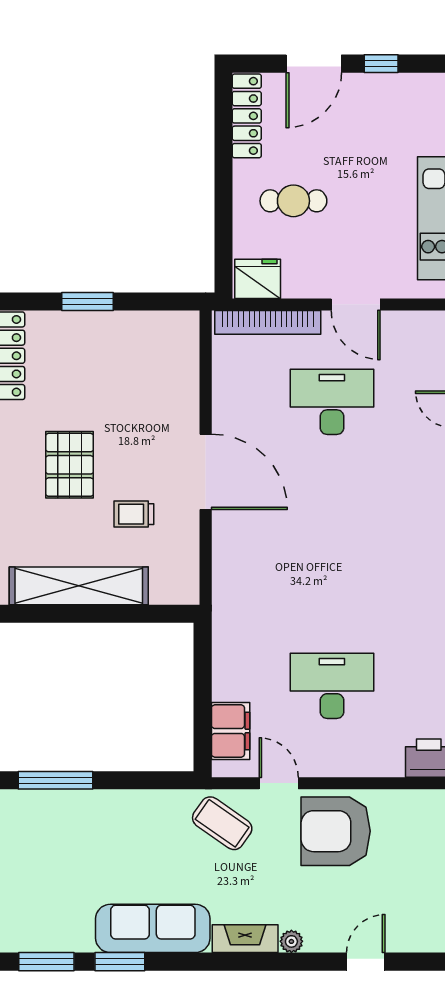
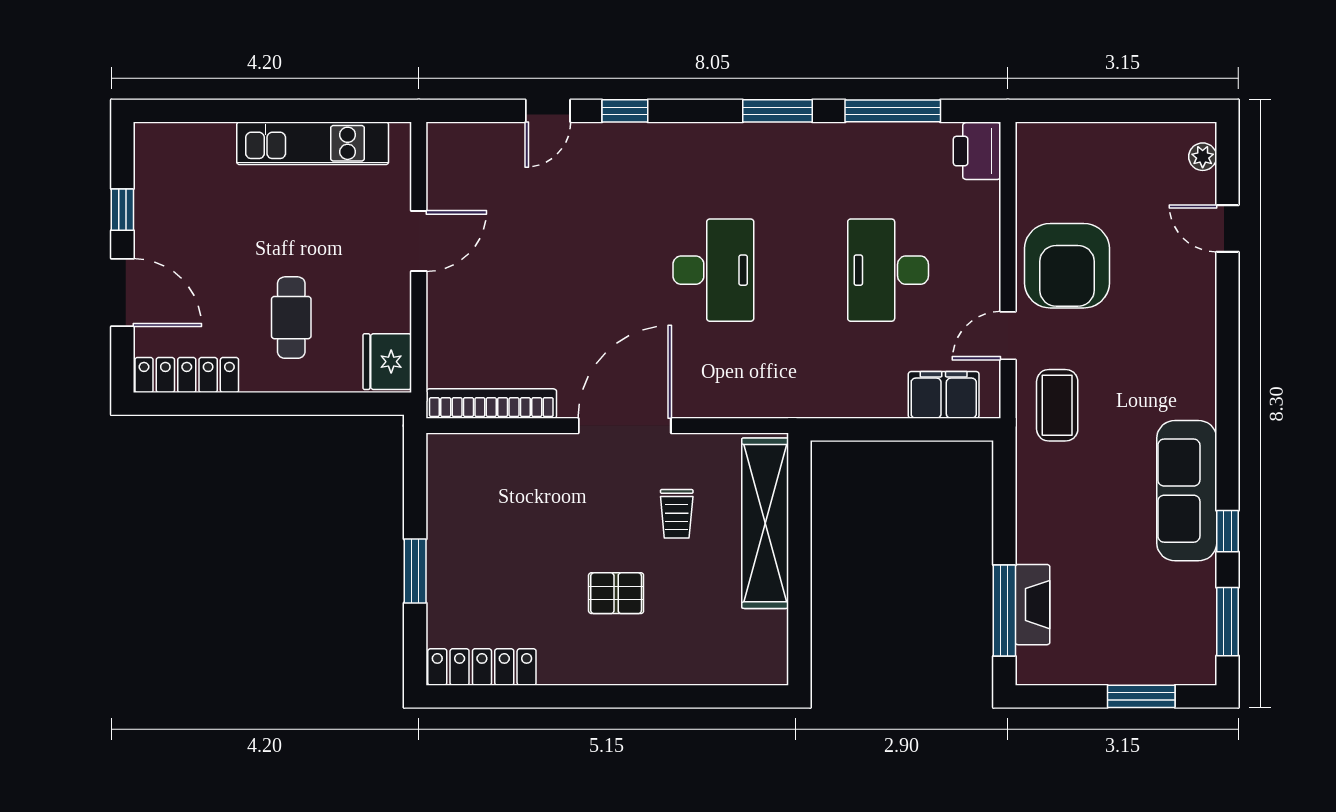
bookcase: (268, 322) -> (491, 404), moved, turned -90
desk: (332, 402) -> (713, 270), moved, turned 180
pallet: (70, 465) -> (616, 593), width x0.67, depth x0.71
shelving: (79, 586) -> (765, 523), moved
coffee table: (222, 823) -> (1057, 405), turned -35
fireplace: (245, 939) -> (1032, 605), moved, turned 180
plant: (291, 941) -> (1203, 157), moved
window: (120, 962) -> (1228, 531), width x0.67

